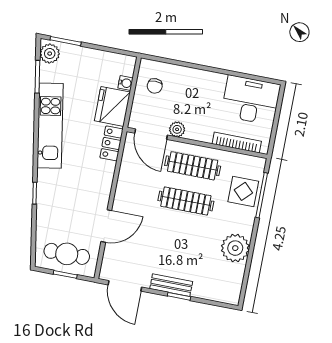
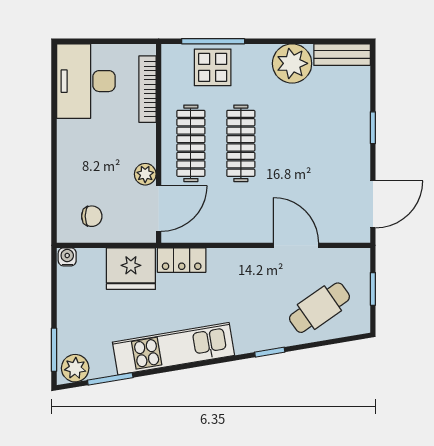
water cooler: (125, 83) -> (67, 257), moved
cafe table: (67, 254) -> (319, 308), moved, turned 55
bench: (171, 285) -> (342, 55), moved, turned 90

